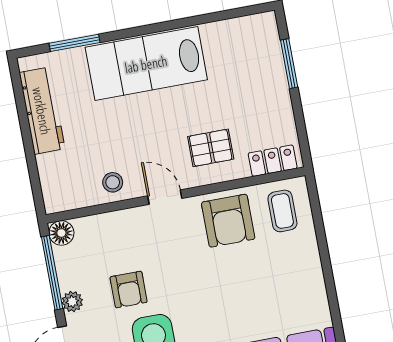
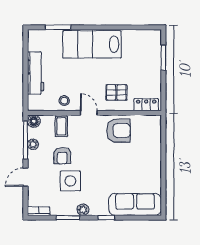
workbench: (42, 111) -> (36, 73), moved
coffee table: (282, 211) -> (61, 126), moved
armchair: (228, 221) -> (118, 131), turned -90
plant: (72, 302) -> (33, 144), moved

